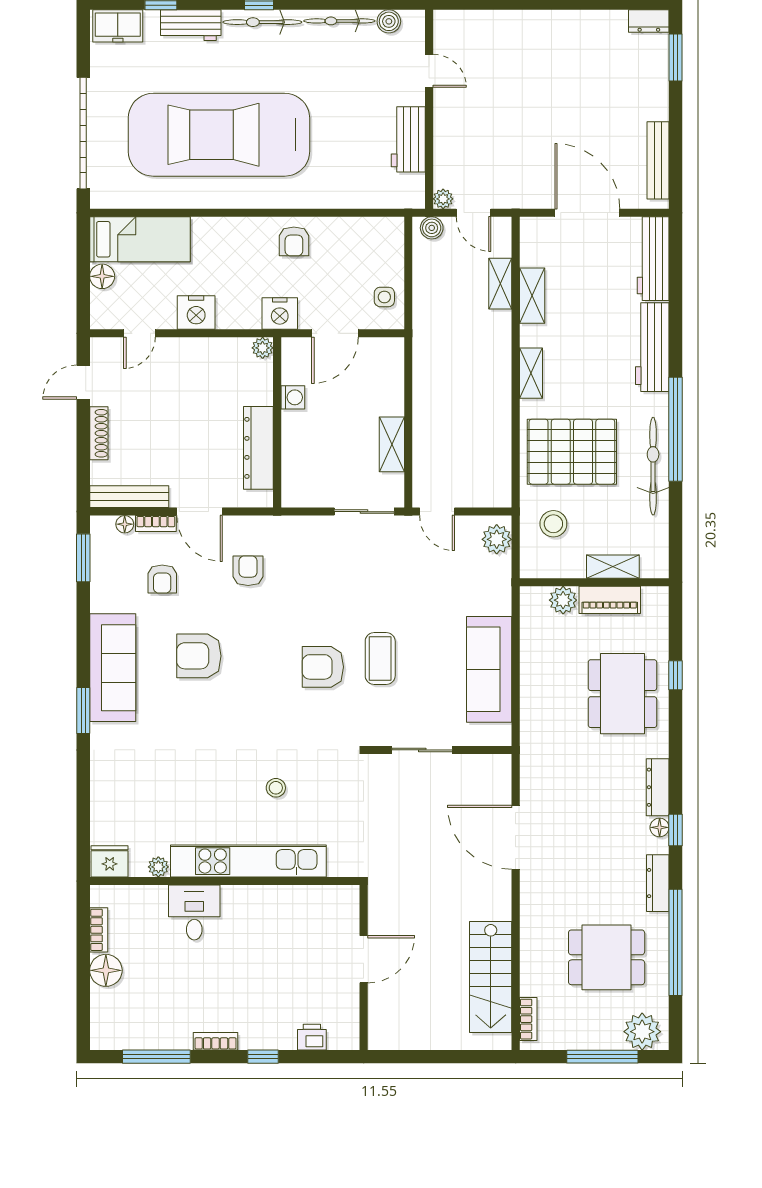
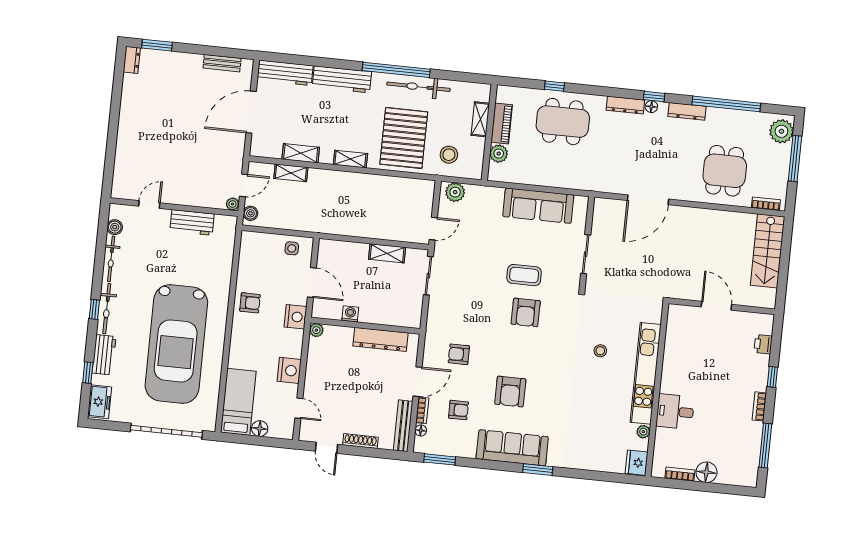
bench: (658, 160) -> (222, 63), width x0.73
dining table: (607, 957) -> (725, 171), moved
stairs: (491, 977) -> (768, 251), moved, turned 90

